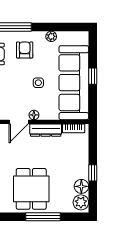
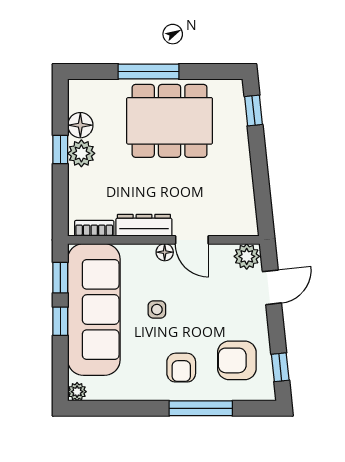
plant: (51, 36) -> (77, 392), moved
window: (93, 101) -> (60, 278), added
door: (19, 122) -> (192, 240), swing flipped
dining table: (31, 189) -> (170, 121), width x1.38
plant: (81, 202) -> (81, 153), moved

